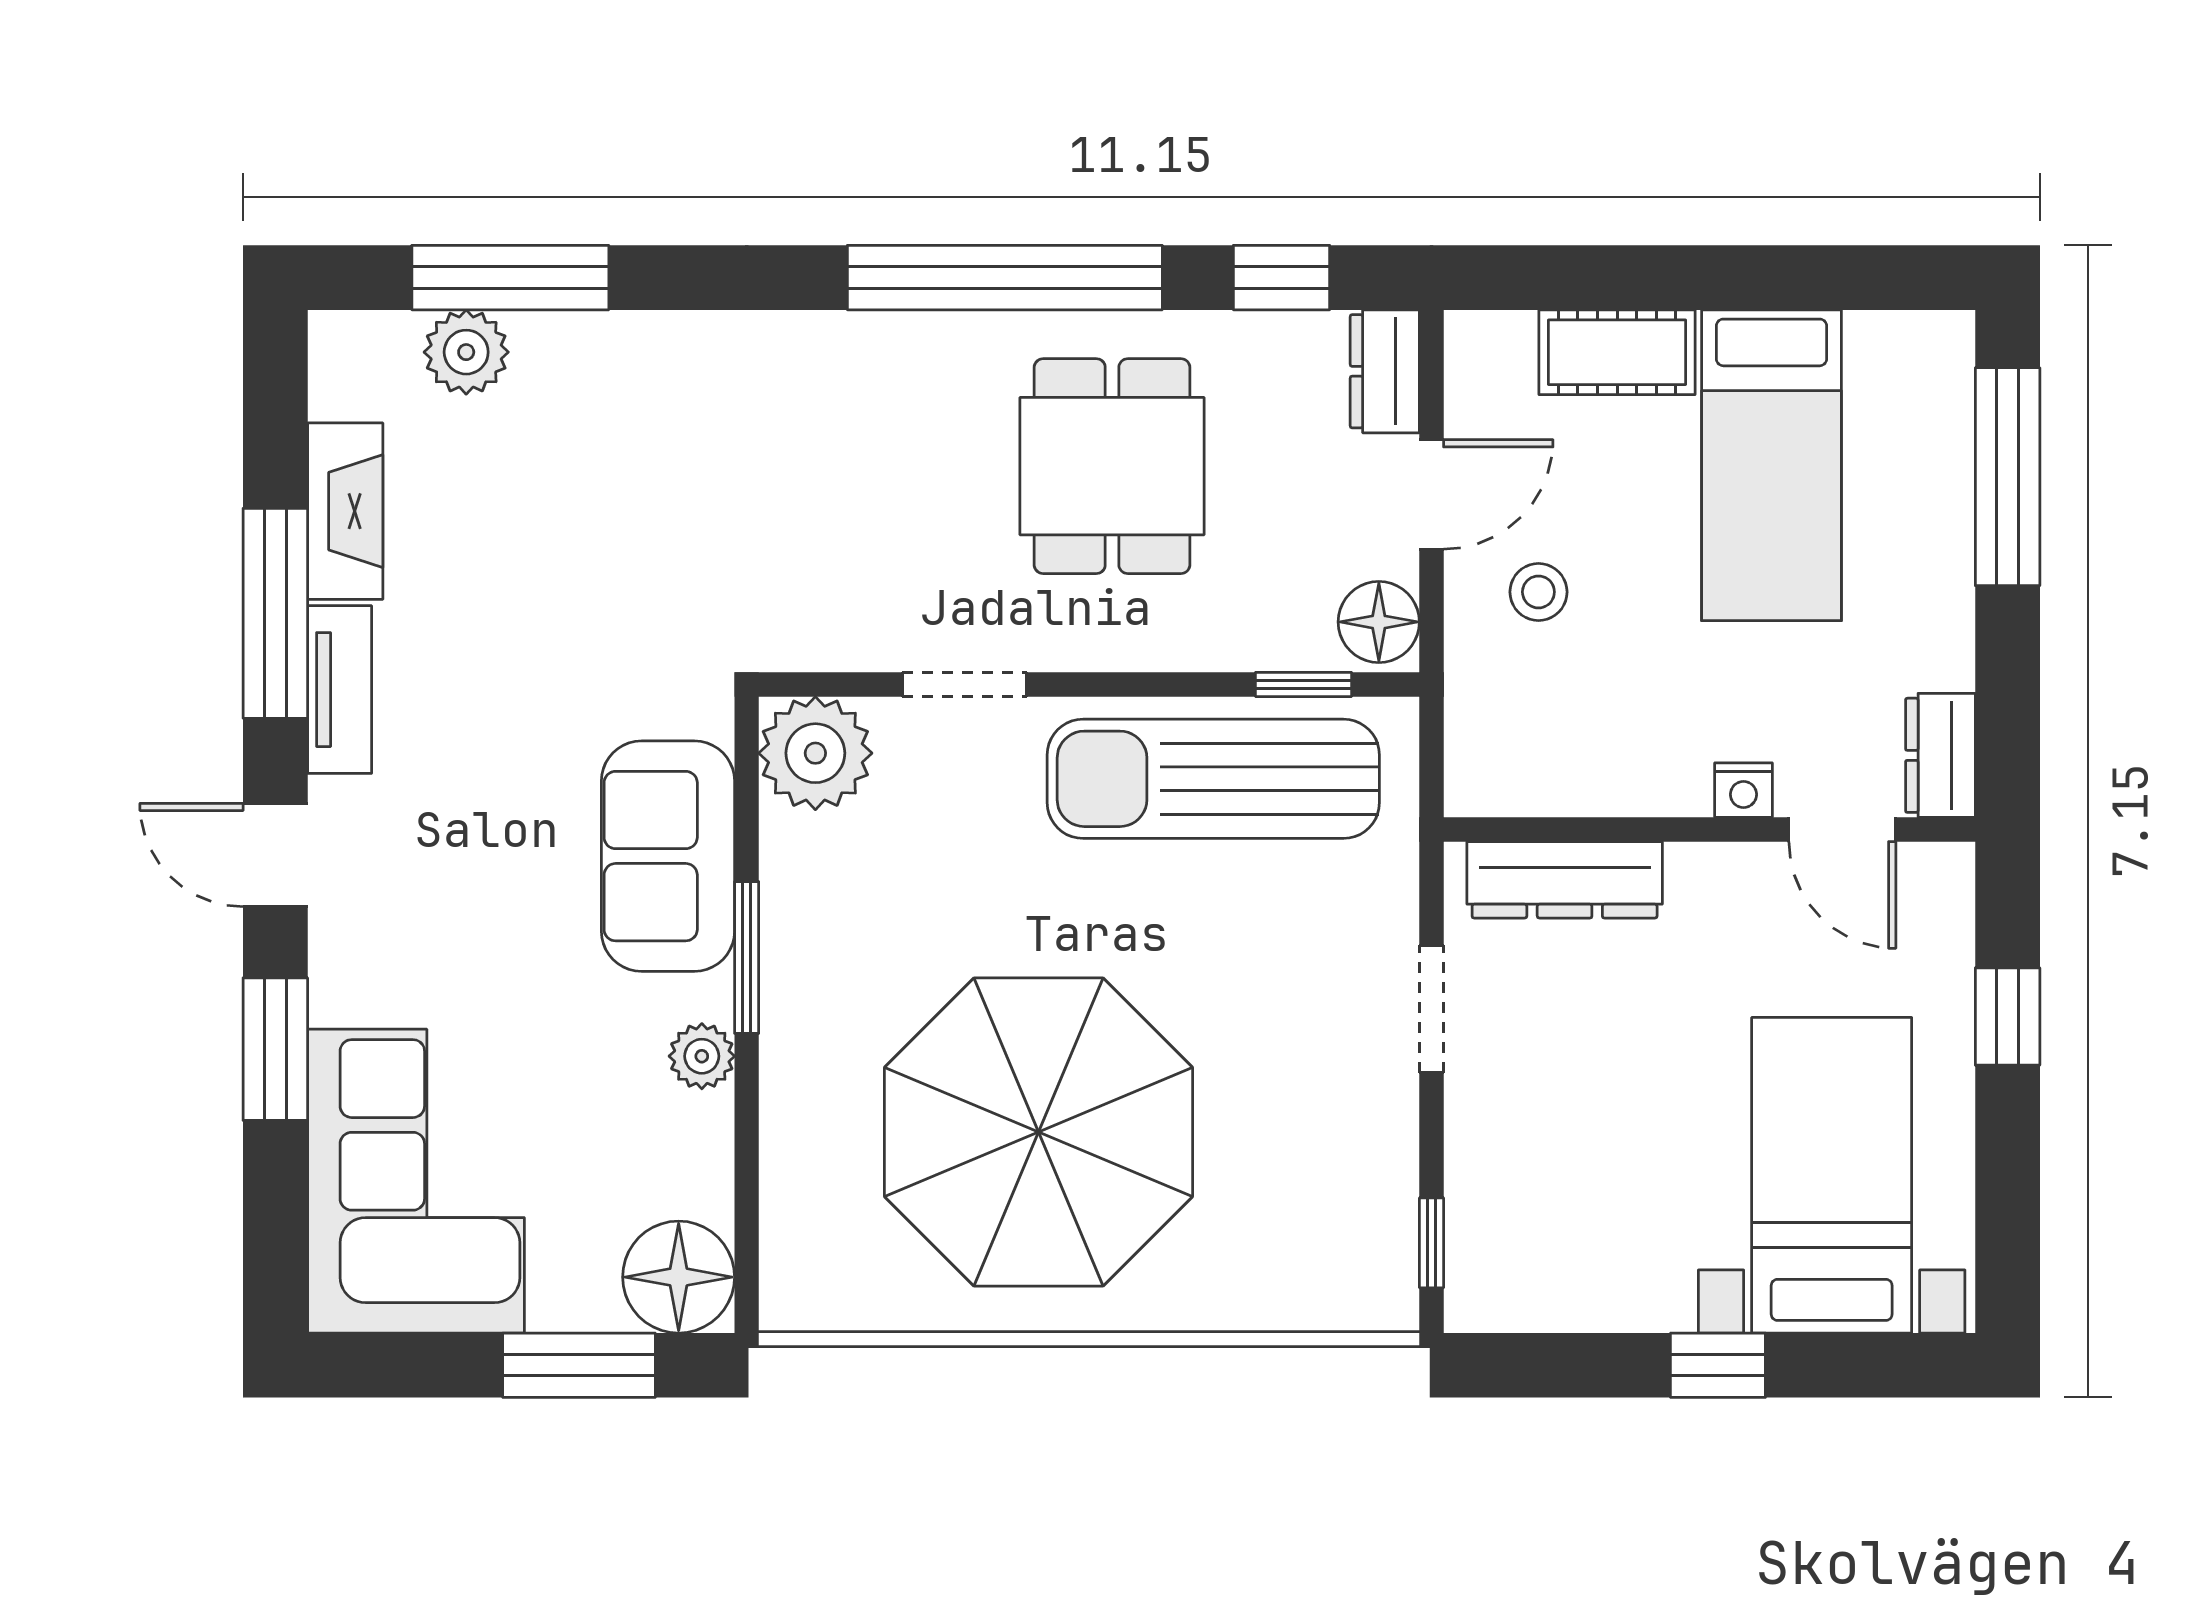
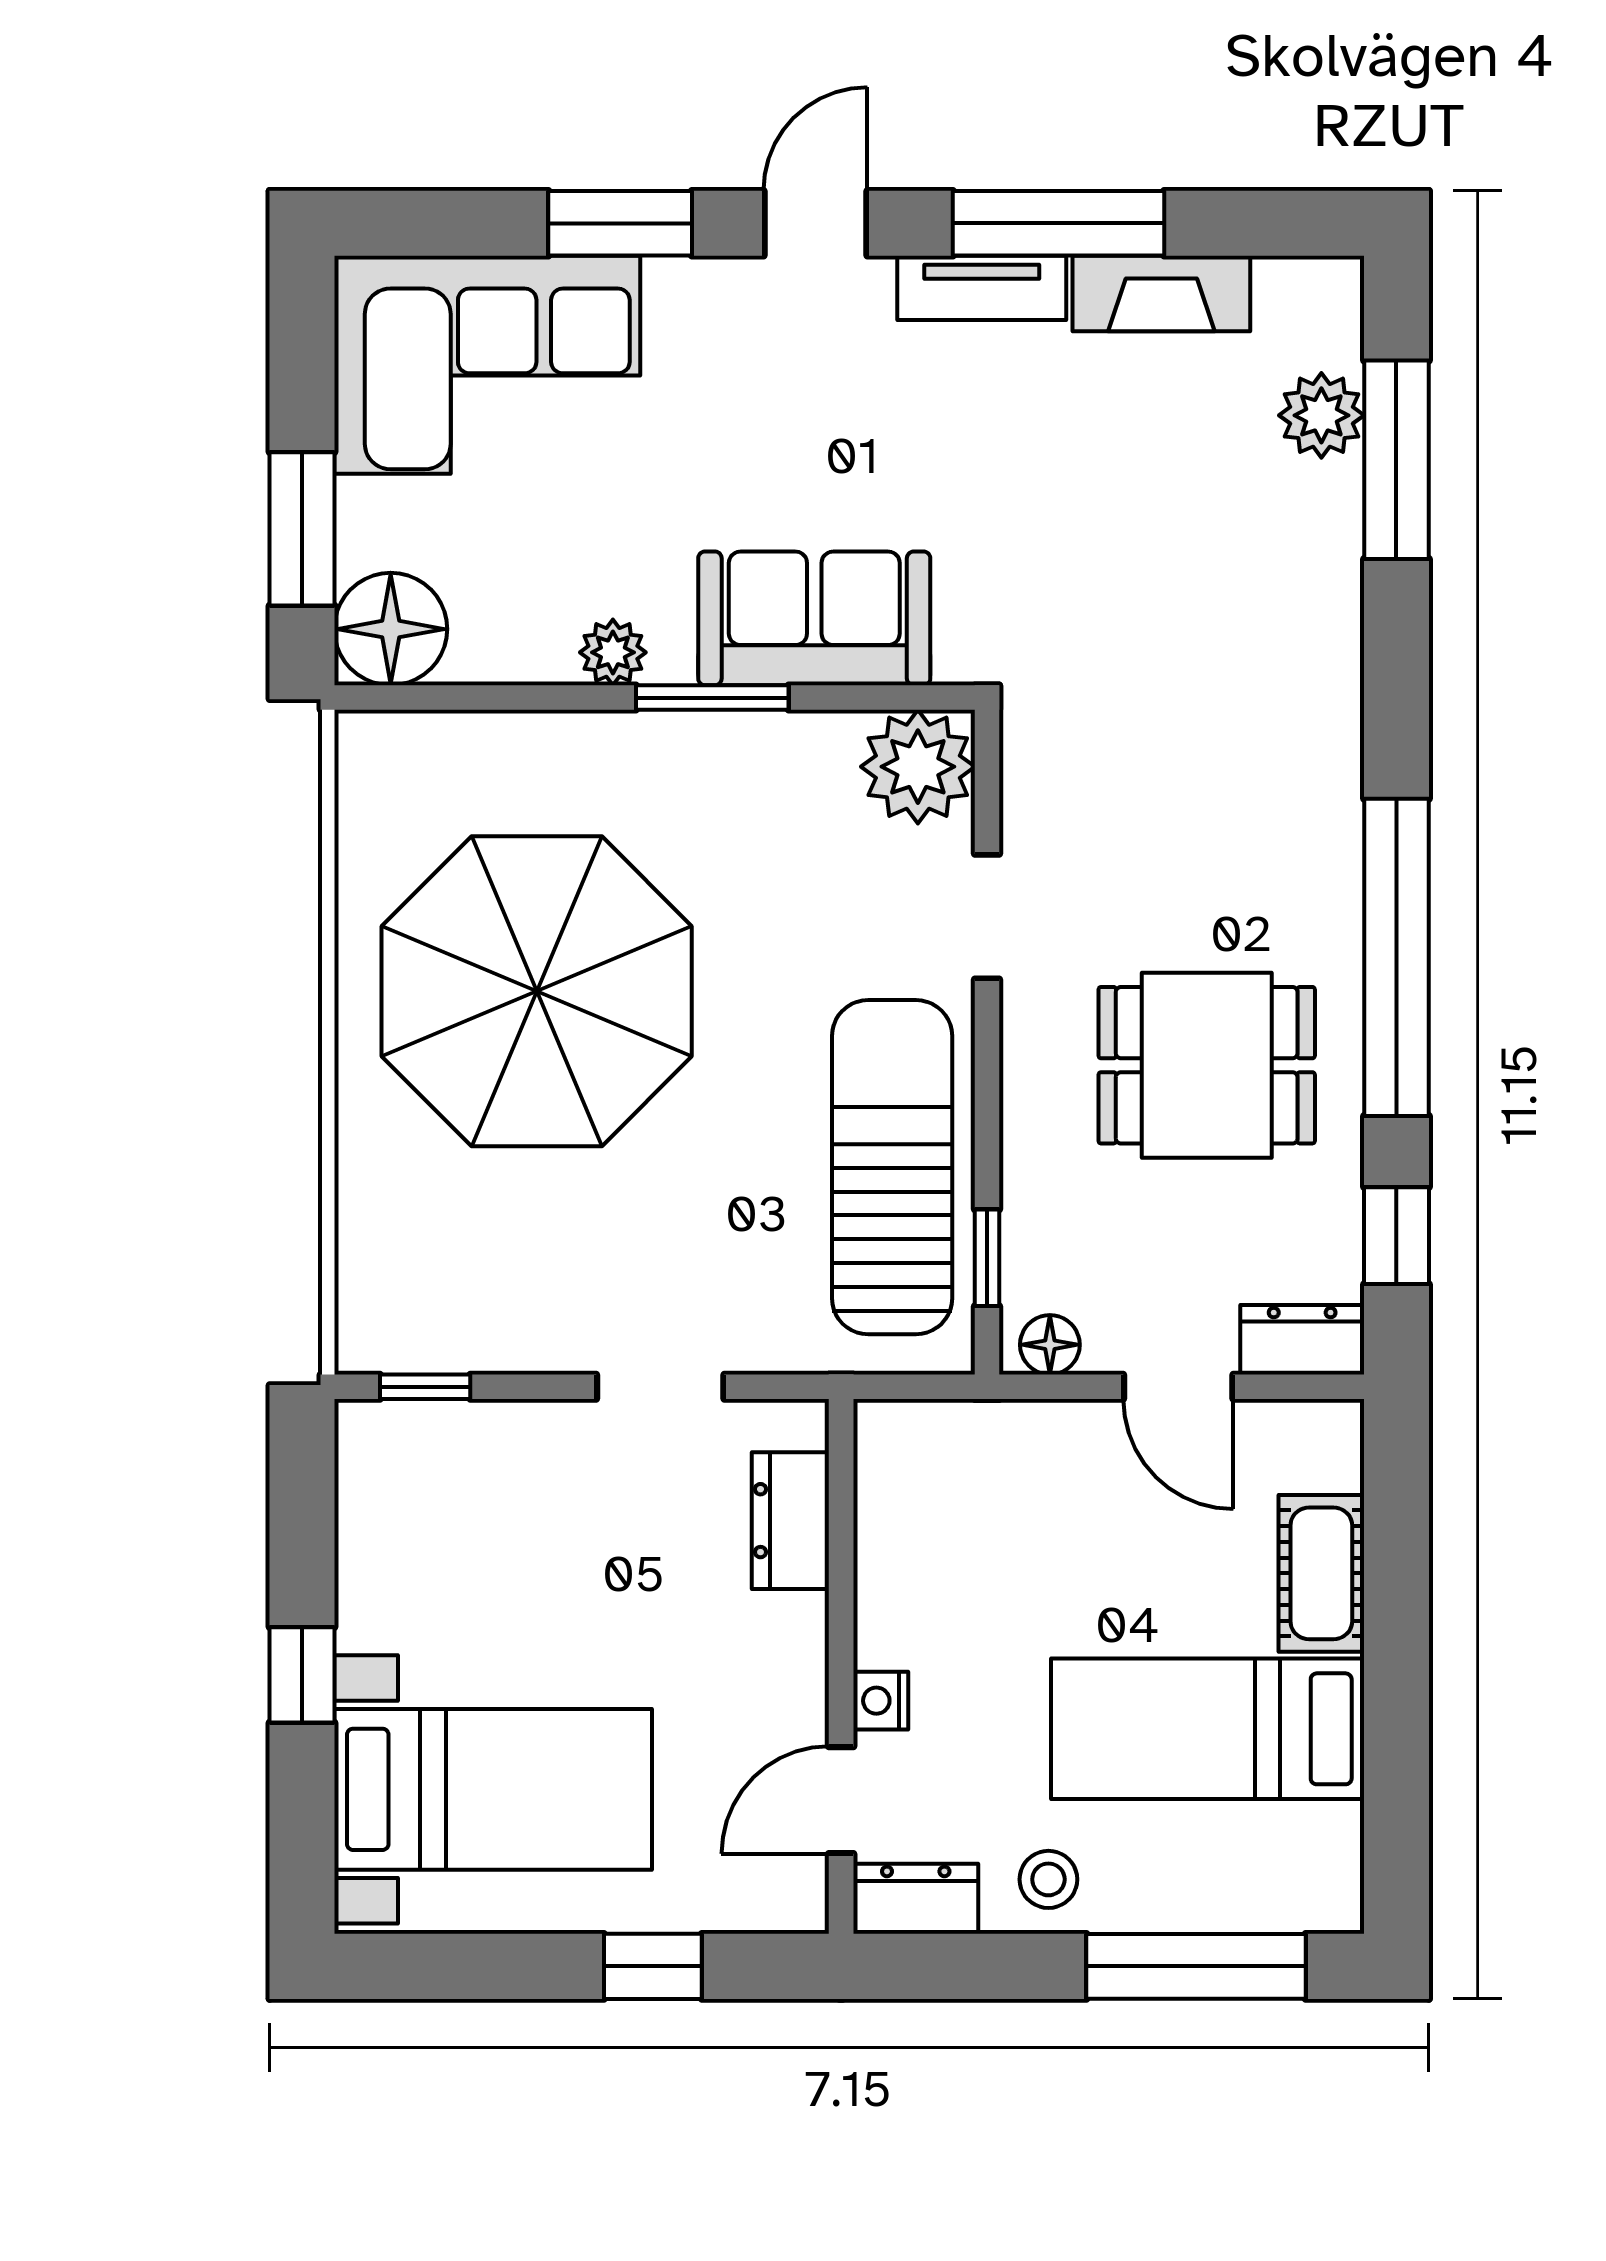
stool: (1538, 592) -> (1048, 1879), moved
floor lamp: (1379, 622) -> (1050, 1345), width x0.73, depth x0.73
dresser: (1565, 880) -> (790, 1521), width x0.70

